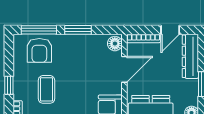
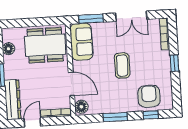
window: (39, 30) -> (151, 115), width x0.46
door: (124, 69) -> (71, 84), swing flipped
coffee table: (46, 89) -> (122, 66), moved

